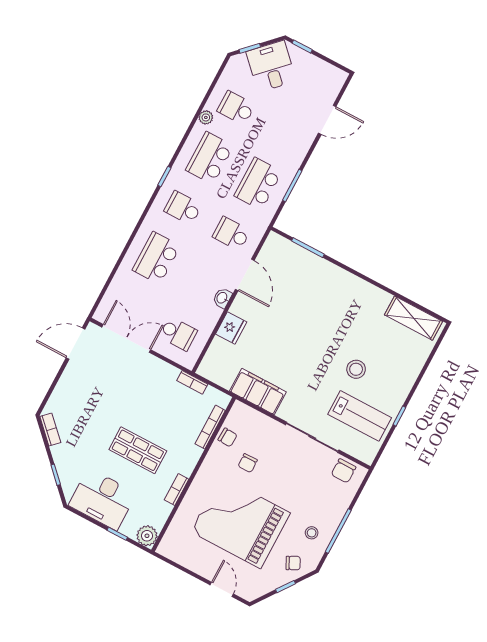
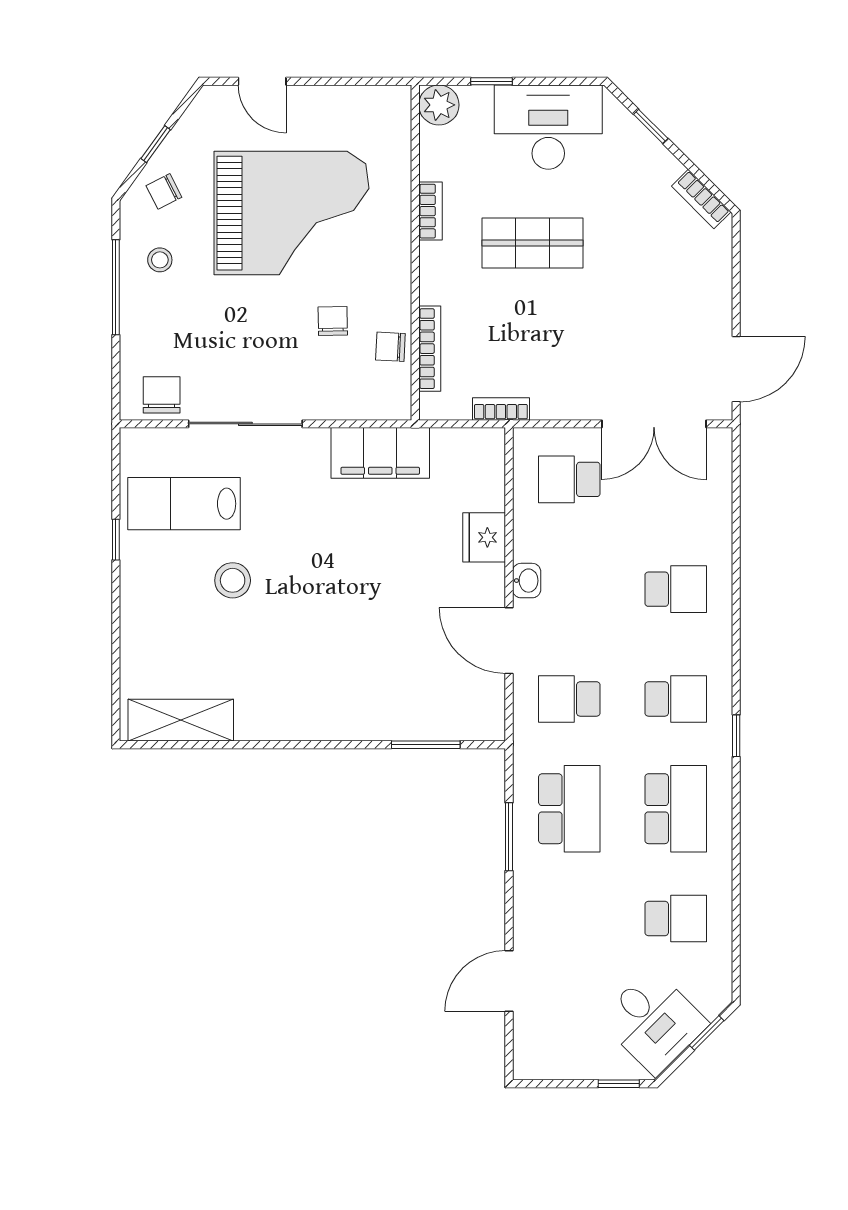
plant: (206, 117) -> (719, 875), removed
school desk: (231, 234) -> (569, 699), turned 180
school desk: (156, 258) -> (676, 589), width x0.54

